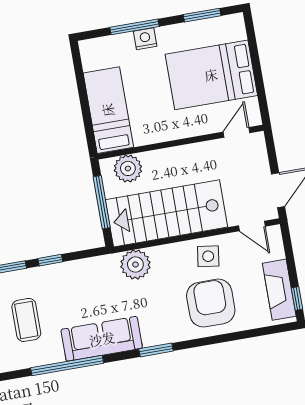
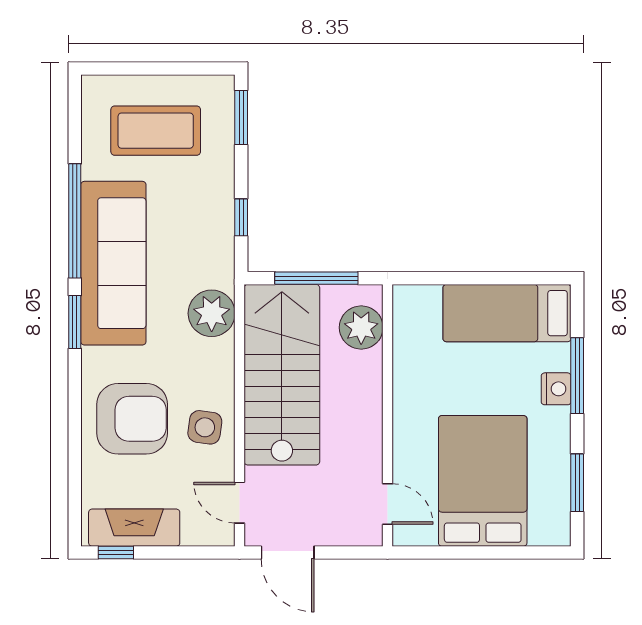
bed: (108, 110) -> (507, 313), moved, turned 180
door: (252, 226) -> (240, 503), hinge flipped
window: (50, 260) -> (241, 217), moved
coffee table: (26, 320) -> (156, 131), width x1.36, depth x1.32
sofa: (102, 339) -> (113, 263), width x1.36, depth x1.27
window: (67, 366) -> (75, 221), moved

